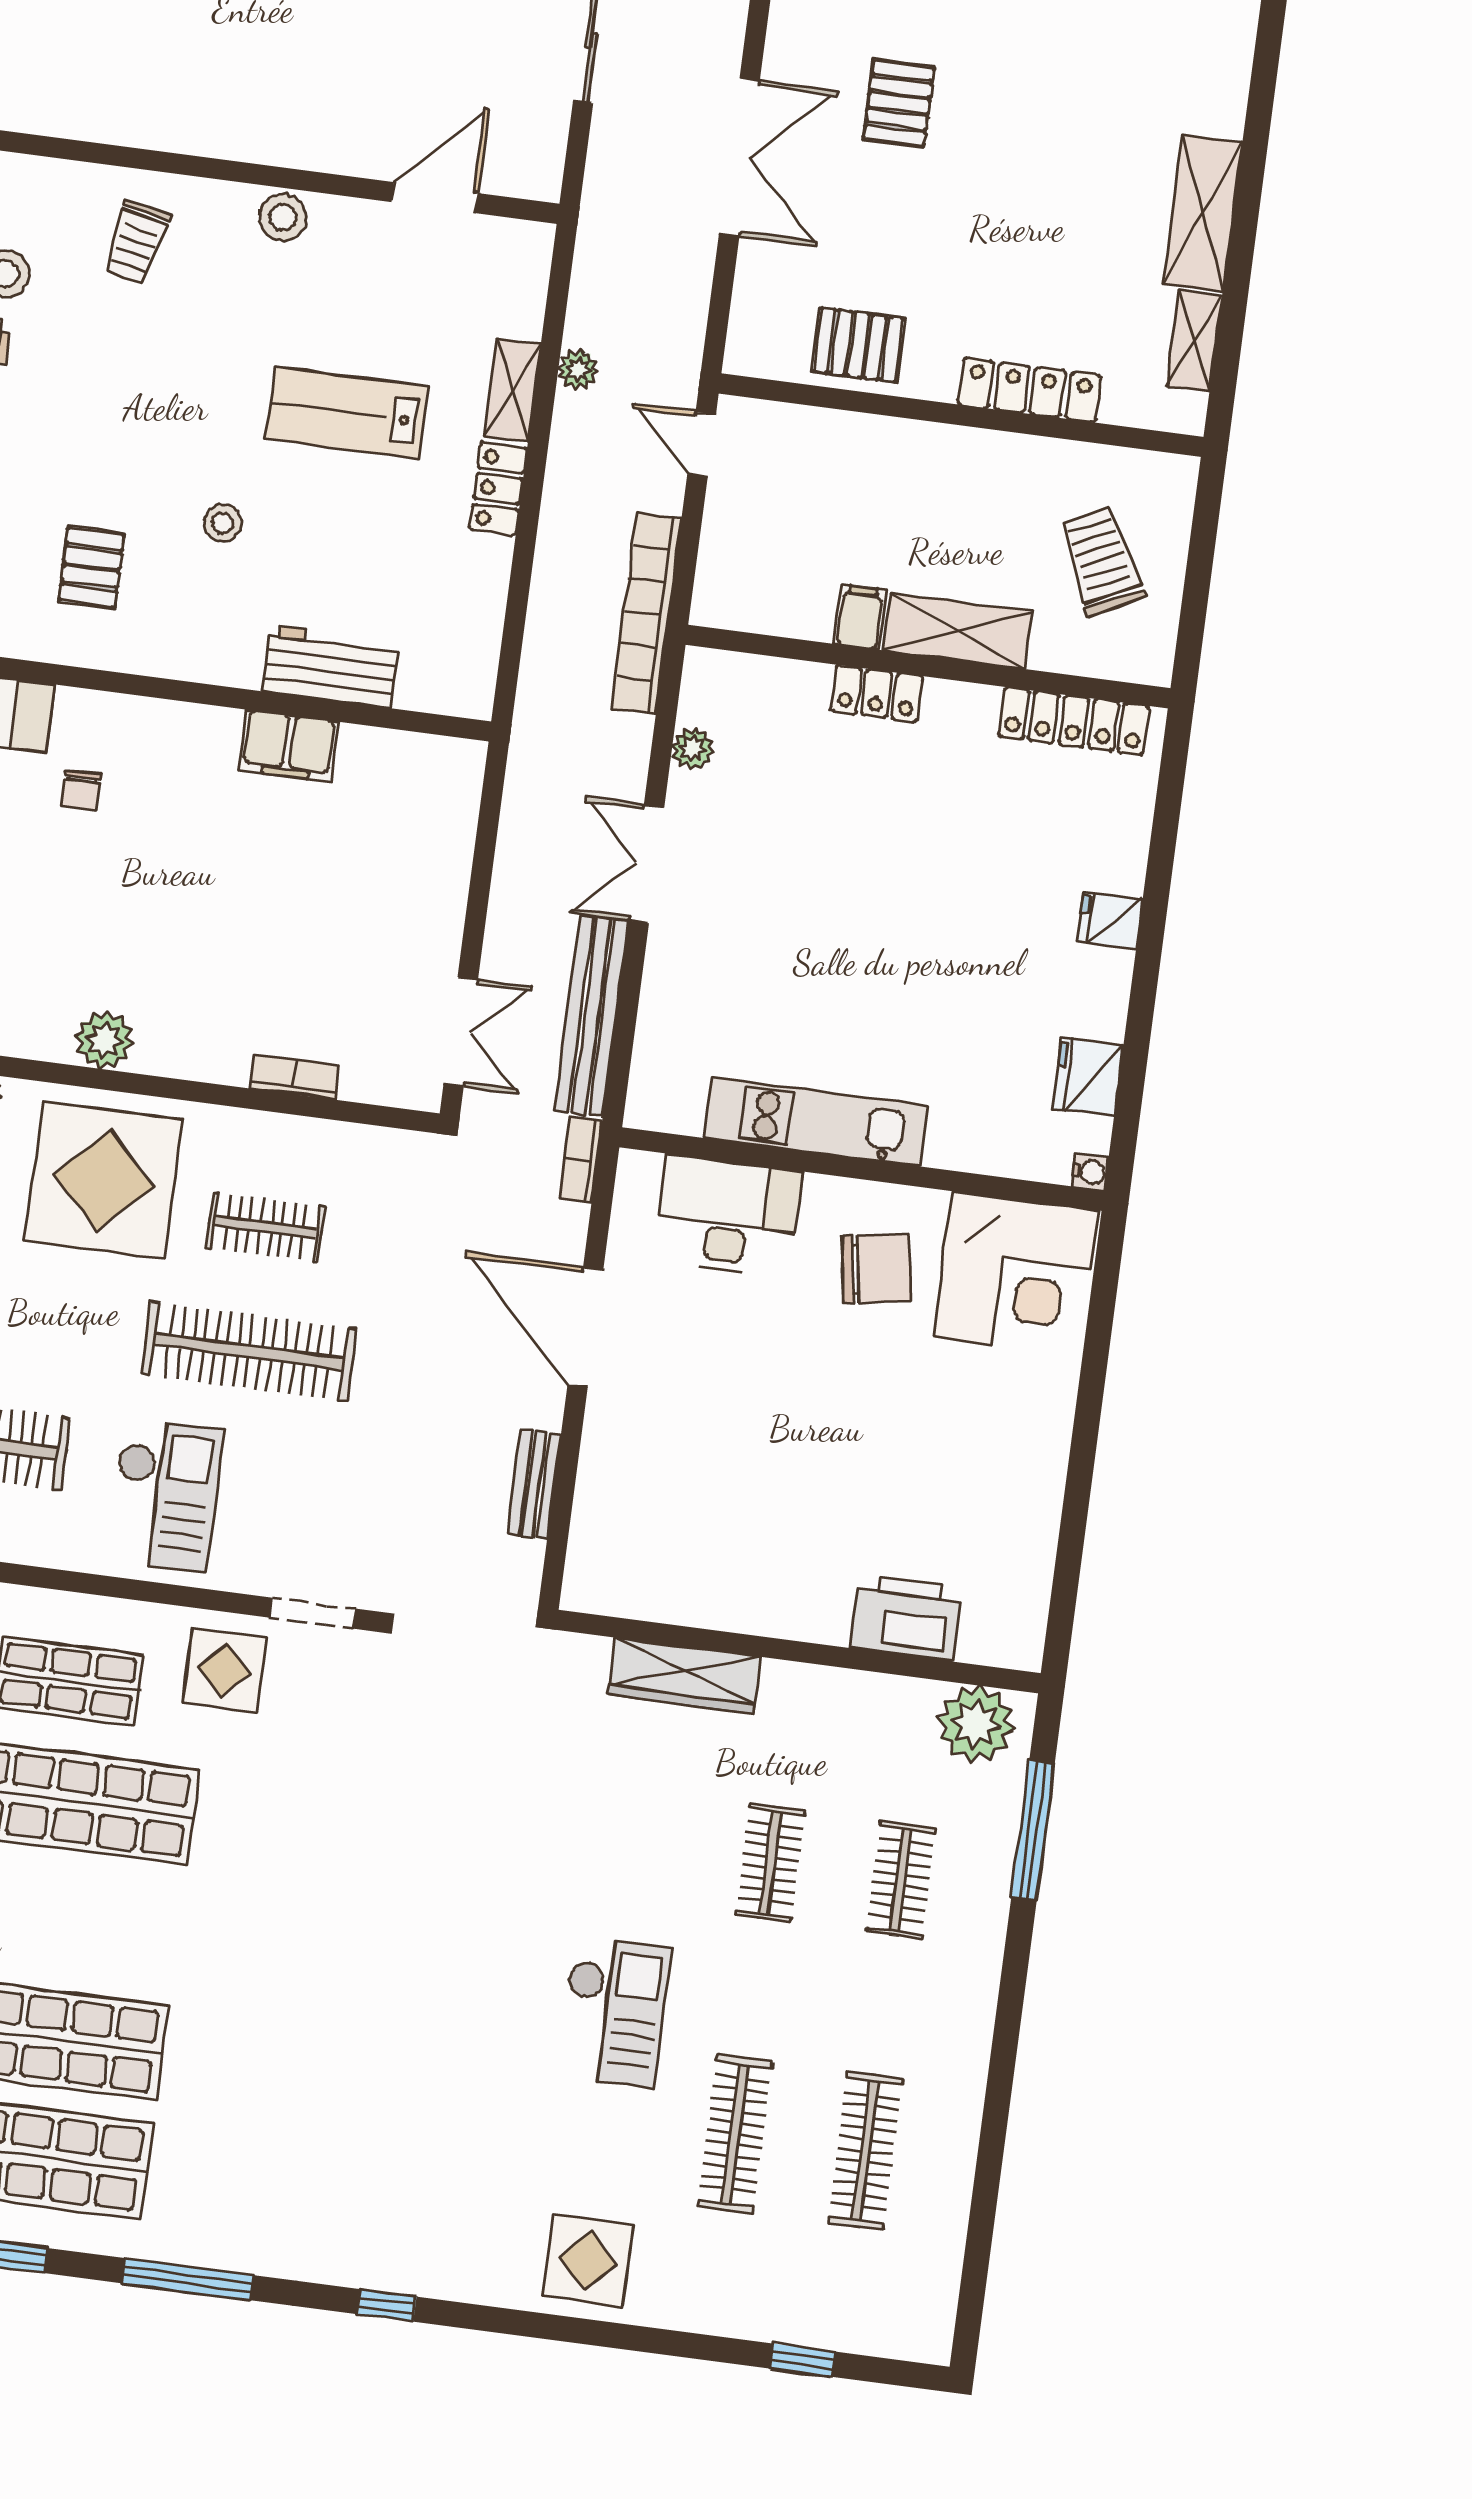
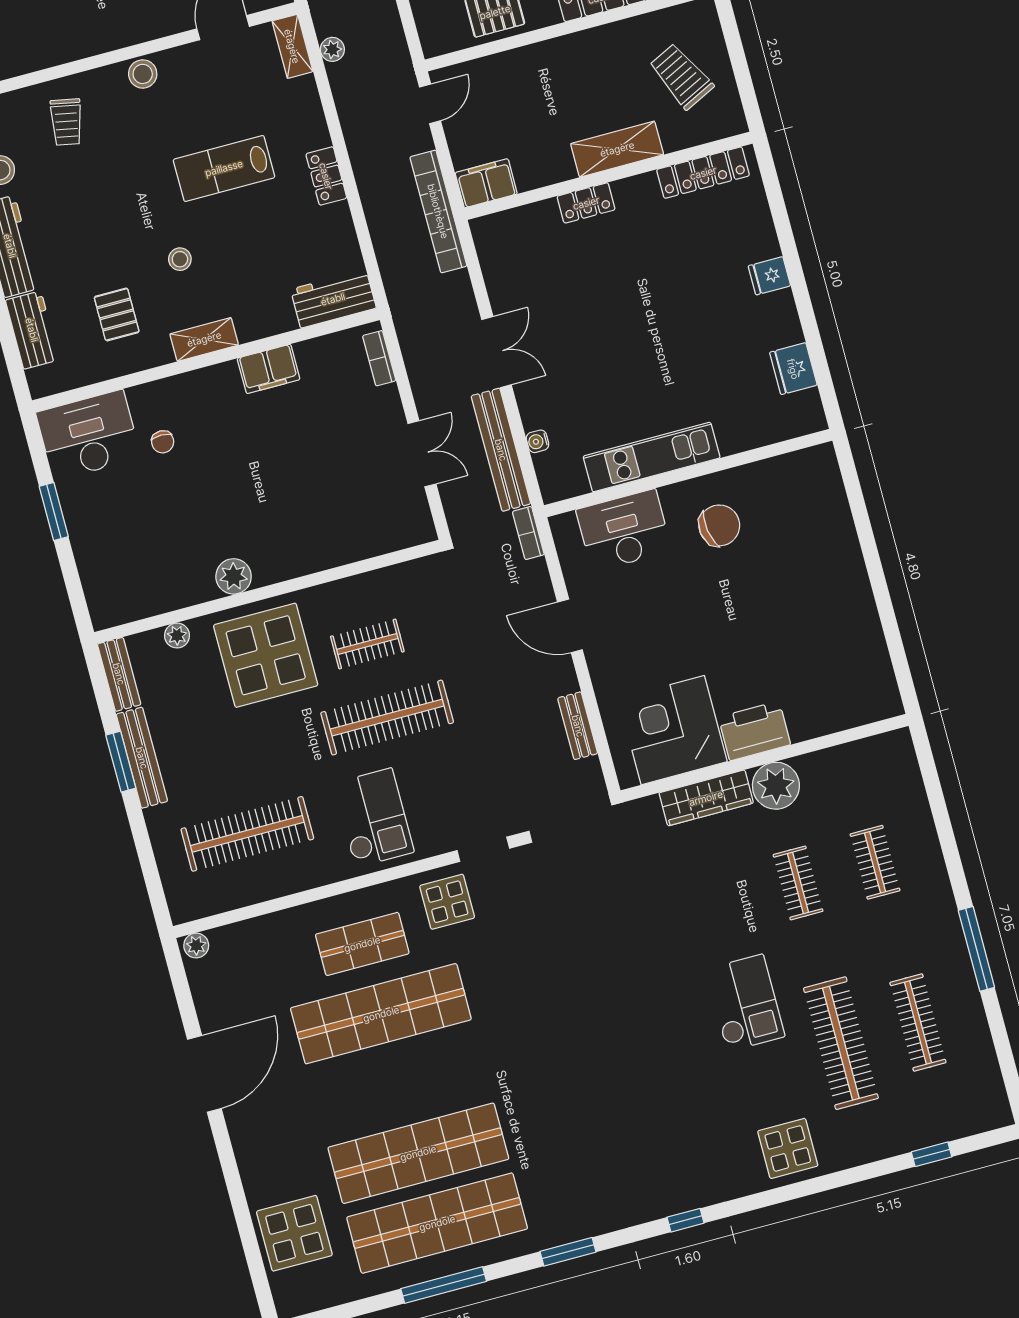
plant: (578, 369) -> (332, 49), moved
shelving: (513, 390) -> (292, 46), moved
door: (702, 444) -> (430, 104), swing flipped
filing cabinet: (860, 617) -> (486, 183), moved, width x2.00
shelving: (209, 660) -> (204, 339), added
workbench: (330, 667) -> (333, 299), moved
plant: (693, 749) -> (496, 277), removed
double door: (646, 864) -> (497, 352), swing flipped
double door: (461, 1032) -> (422, 454), moved
bookcase: (295, 1077) -> (379, 358), moved, turned -90
water cooler: (1090, 1172) -> (538, 441), moved, turned 180
corner desk: (1016, 1274) -> (673, 730), moved, turned 180
door: (585, 1327) -> (570, 626), width x0.73
printer: (906, 1618) -> (754, 731), moved
plant: (976, 1724) -> (776, 786), moved
window: (1033, 1830) -> (976, 949), moved
clothes rail: (735, 2134) -> (841, 1043), width x1.37, depth x1.31
window: (188, 2279) -> (568, 1252), width x0.69

